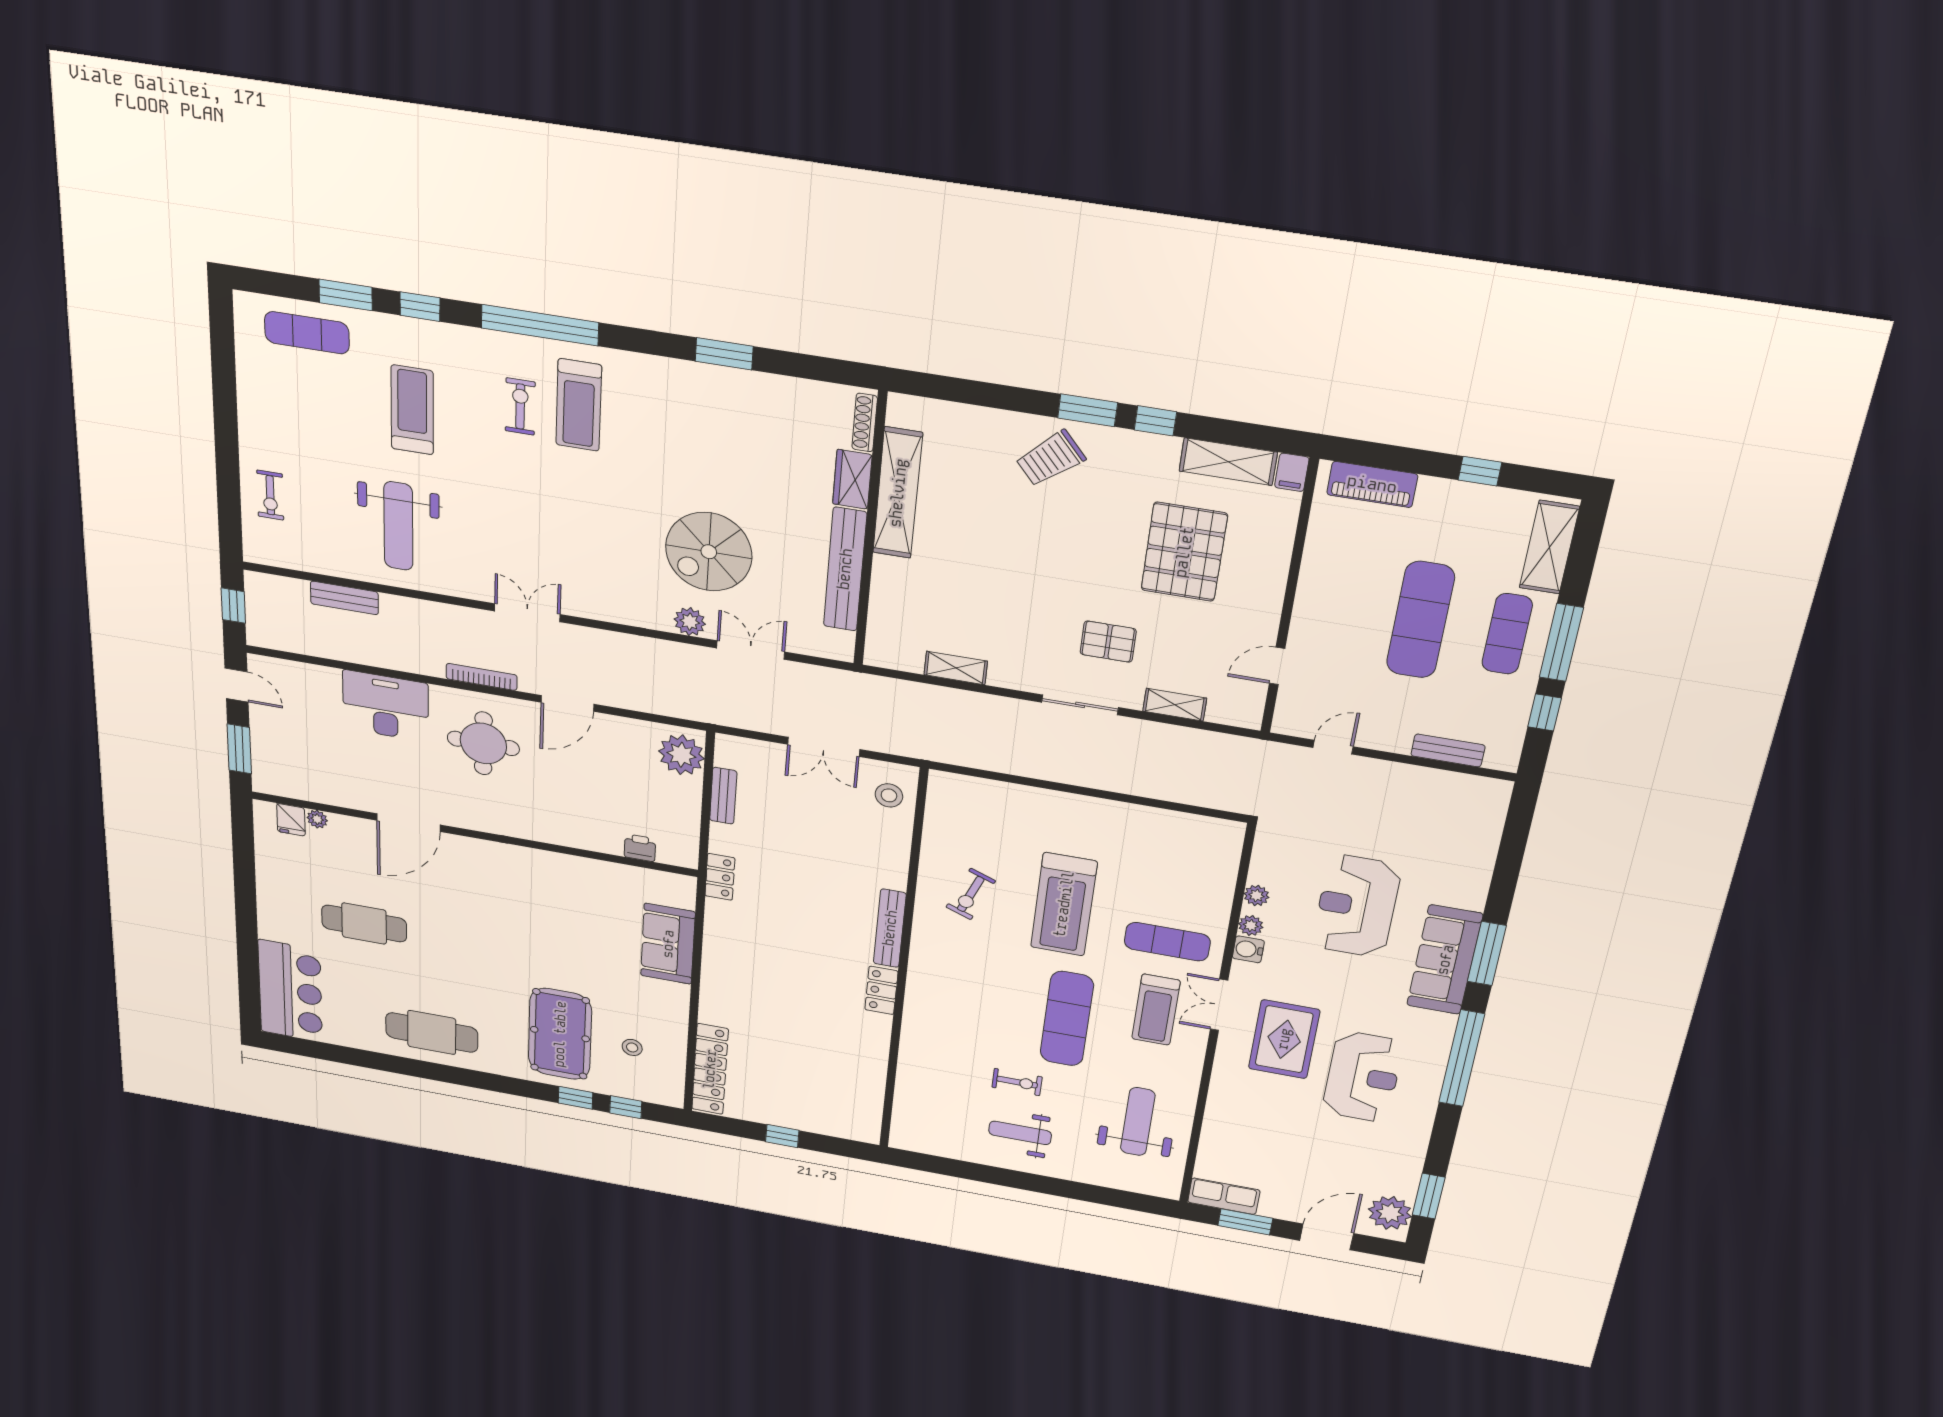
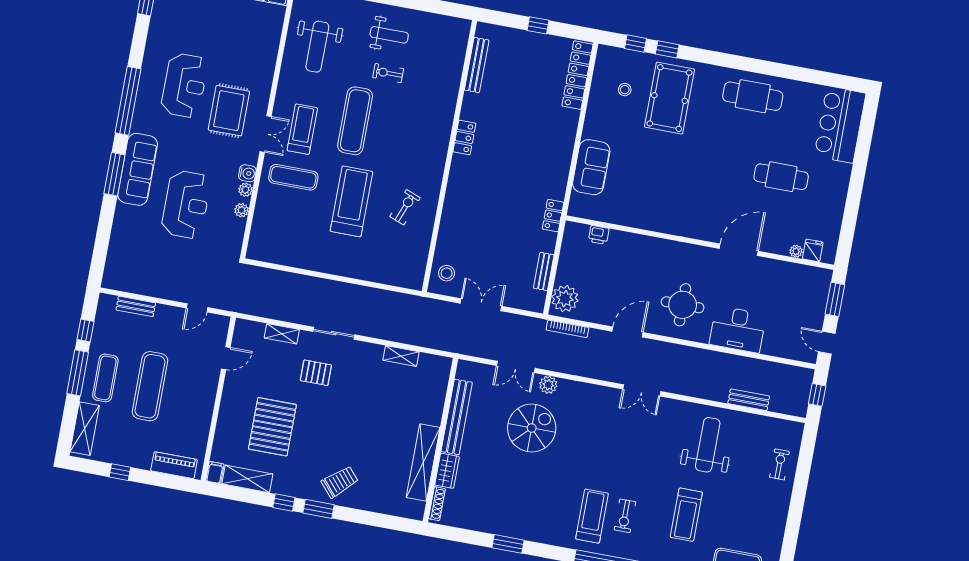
bookcase: (482, 677) -> (567, 329), moved
bench: (890, 928) -> (477, 65), moved
reception desk: (1363, 1077) -> (184, 85), turned 180

